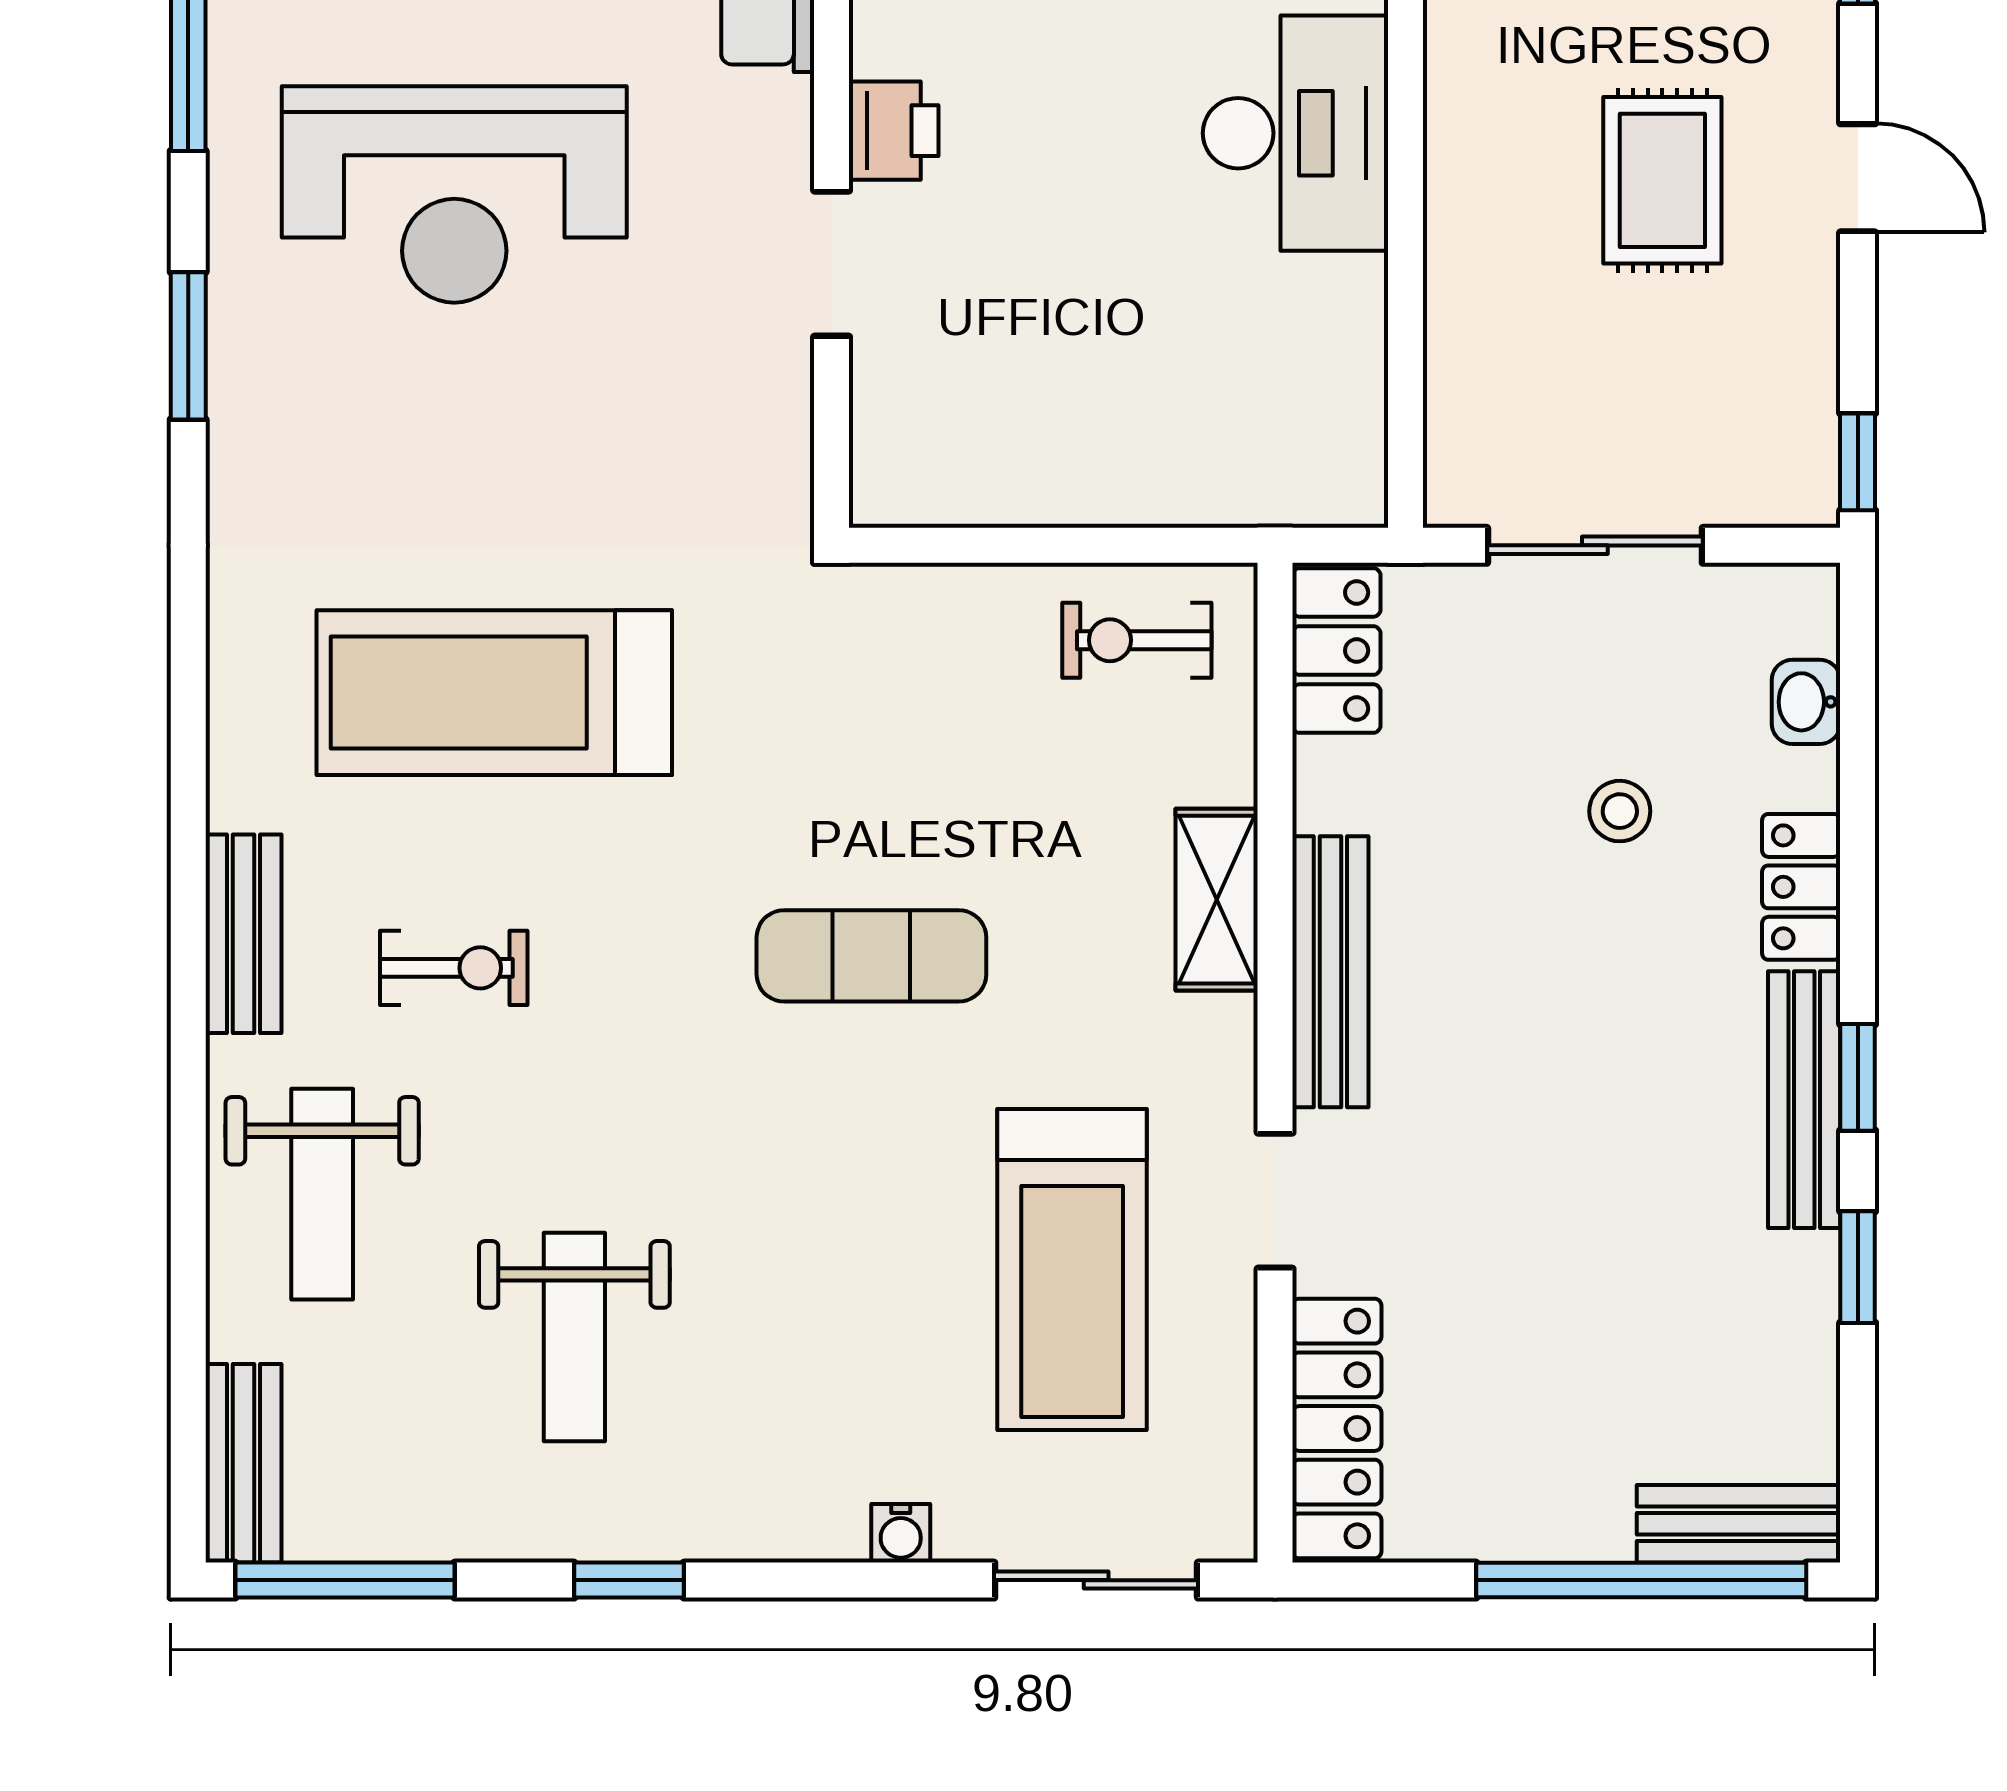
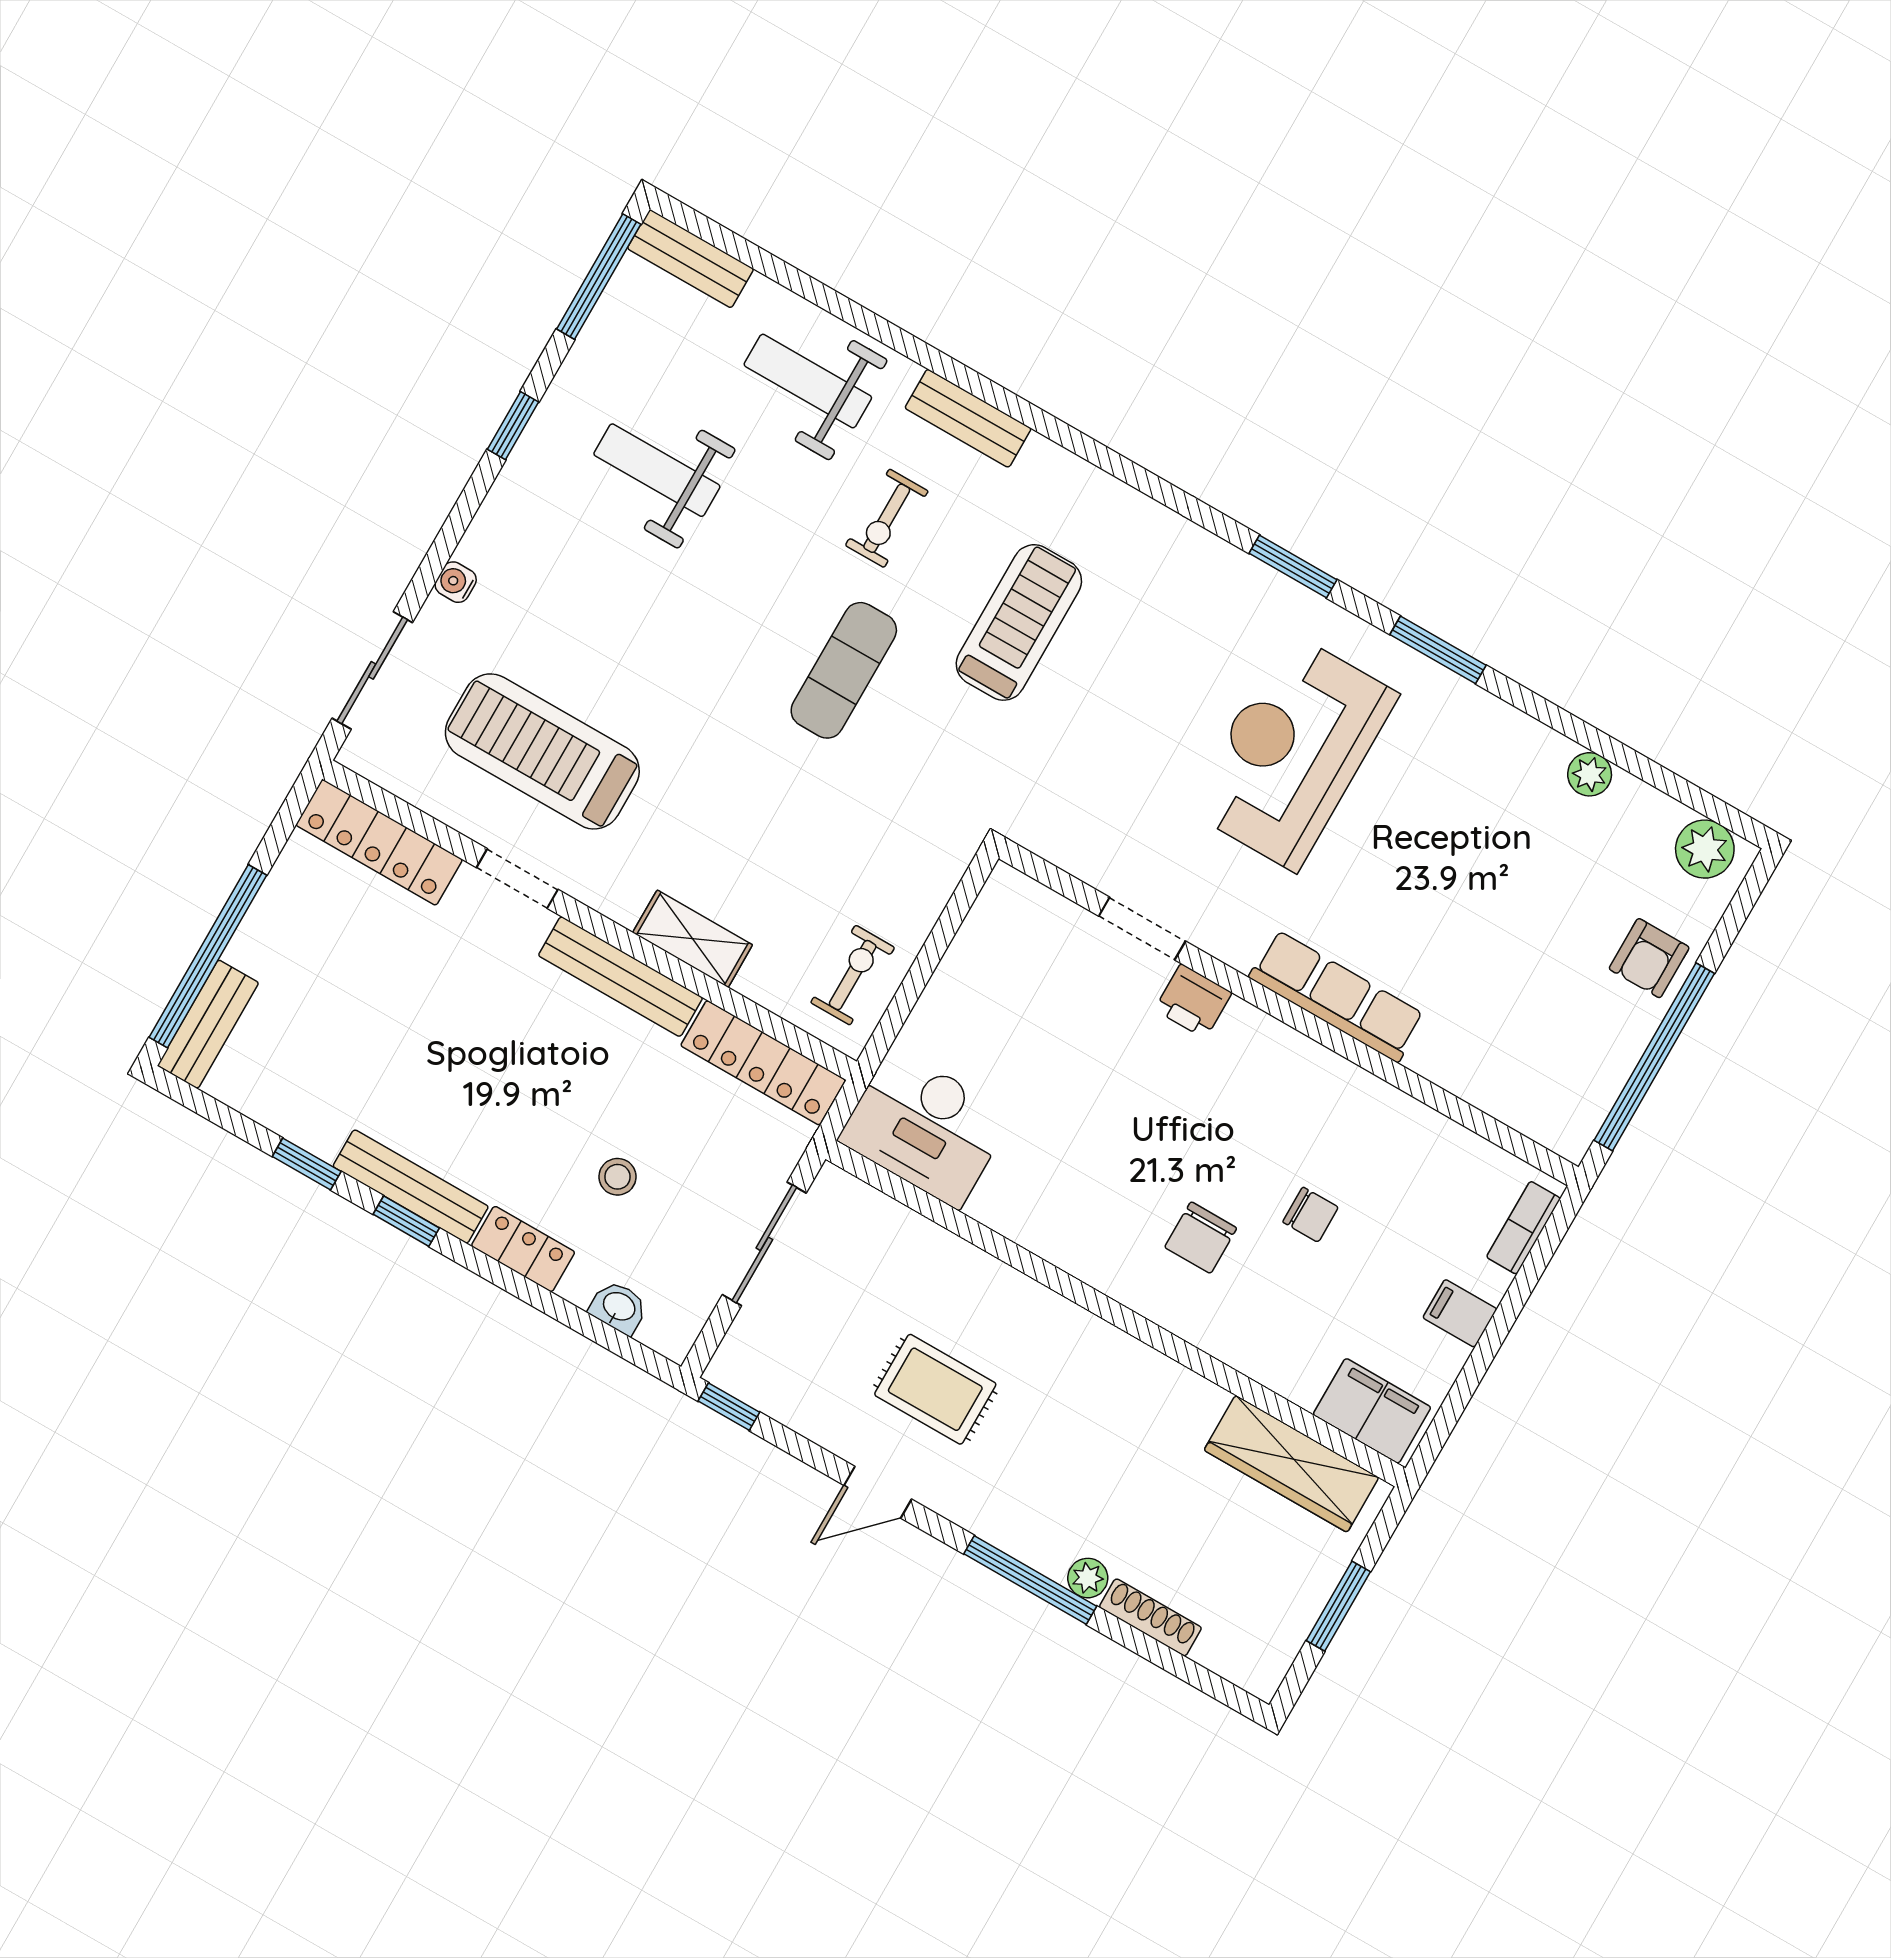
desk: (1296, 133) -> (925, 1128), moved
locker: (1336, 651) -> (763, 1063), width x1.53
treadmill: (494, 693) -> (1019, 622), width x0.73, depth x0.73
exercise mat: (871, 956) -> (844, 670), moved

